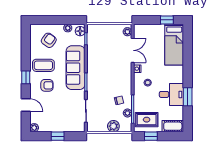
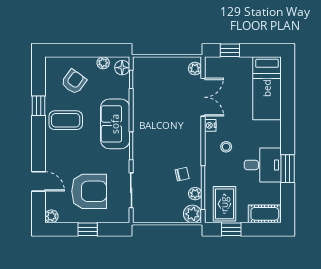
window: (167, 20) -> (230, 50), moved
sofa: (76, 68) -> (115, 124), width x0.73
window: (26, 77) -> (39, 106), moved
armchair: (47, 85) -> (89, 191), moved, width x1.88, depth x1.88
rug: (147, 120) -> (224, 204), turned 90
plant: (113, 126) -> (192, 214), moved

